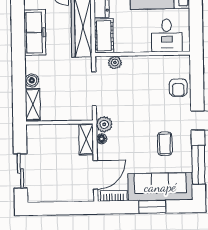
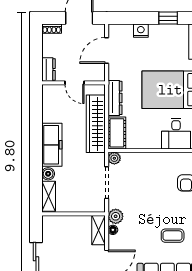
freezer: (35, 33) -> (52, 145), moved
plant: (115, 63) -> (114, 158), moved
coffee table: (165, 144) -> (173, 236), turned 90

